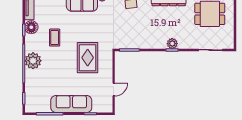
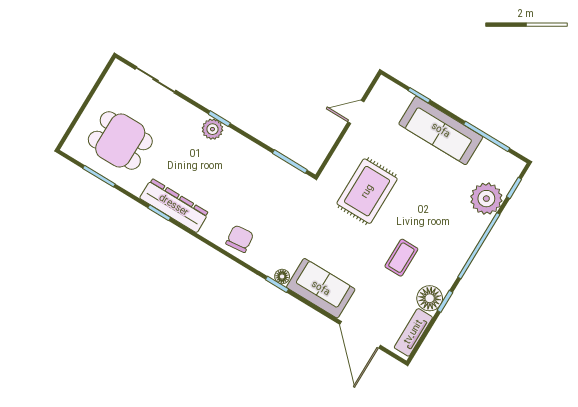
plant: (33, 61) -> (486, 199), moved

